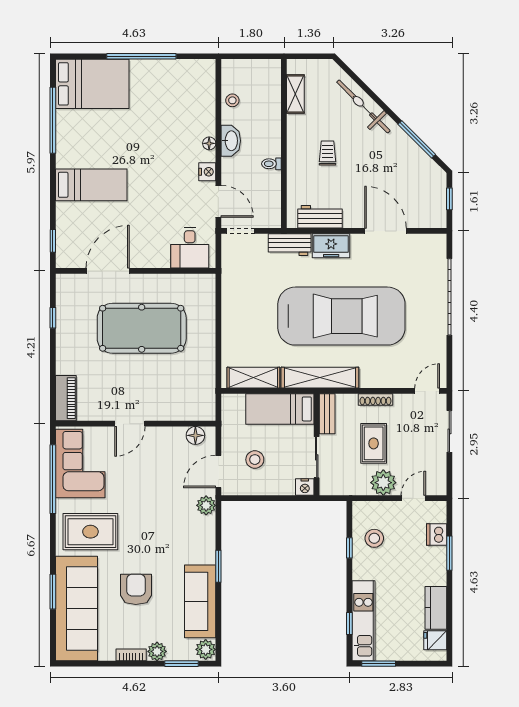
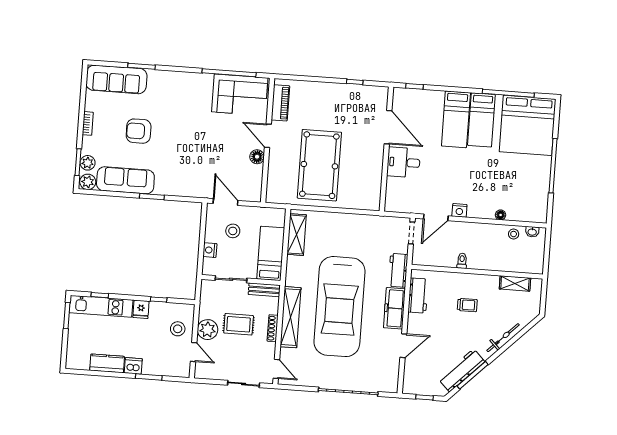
bed: (92, 84) -> (527, 125), width x1.36
bicycle: (363, 106) -> (503, 338), width x0.73, depth x0.71
washbasin: (231, 141) -> (532, 232), moved, width x0.52, depth x0.69
floor lamp: (209, 143) -> (501, 215), moved
bed: (90, 152) -> (481, 120), added
workbench: (412, 154) -> (462, 370), added
door: (386, 231) -> (403, 346), width x0.73
freezer: (331, 246) -> (394, 308), width x1.40
desk: (190, 248) -> (404, 162), moved
pool table: (142, 328) -> (319, 165), moved
shelving: (320, 378) -> (291, 317), moved
piano: (66, 398) -> (280, 103), moved, turned -90
floor lamp: (195, 435) -> (257, 157), moved
nightstand: (305, 487) -> (210, 250), moved
plant: (206, 505) -> (200, 190), removed
rug: (90, 532) -> (186, 99), removed
dishwasher: (437, 535) -> (133, 366), moved
stool: (374, 538) -> (178, 329), moved
armchair: (136, 589) -> (139, 131), turned 180
sofa: (76, 609) -> (116, 79), width x0.74, depth x0.79
fridge: (435, 640) -> (141, 309), moved, turned 180
plant: (157, 651) -> (88, 163), moved

